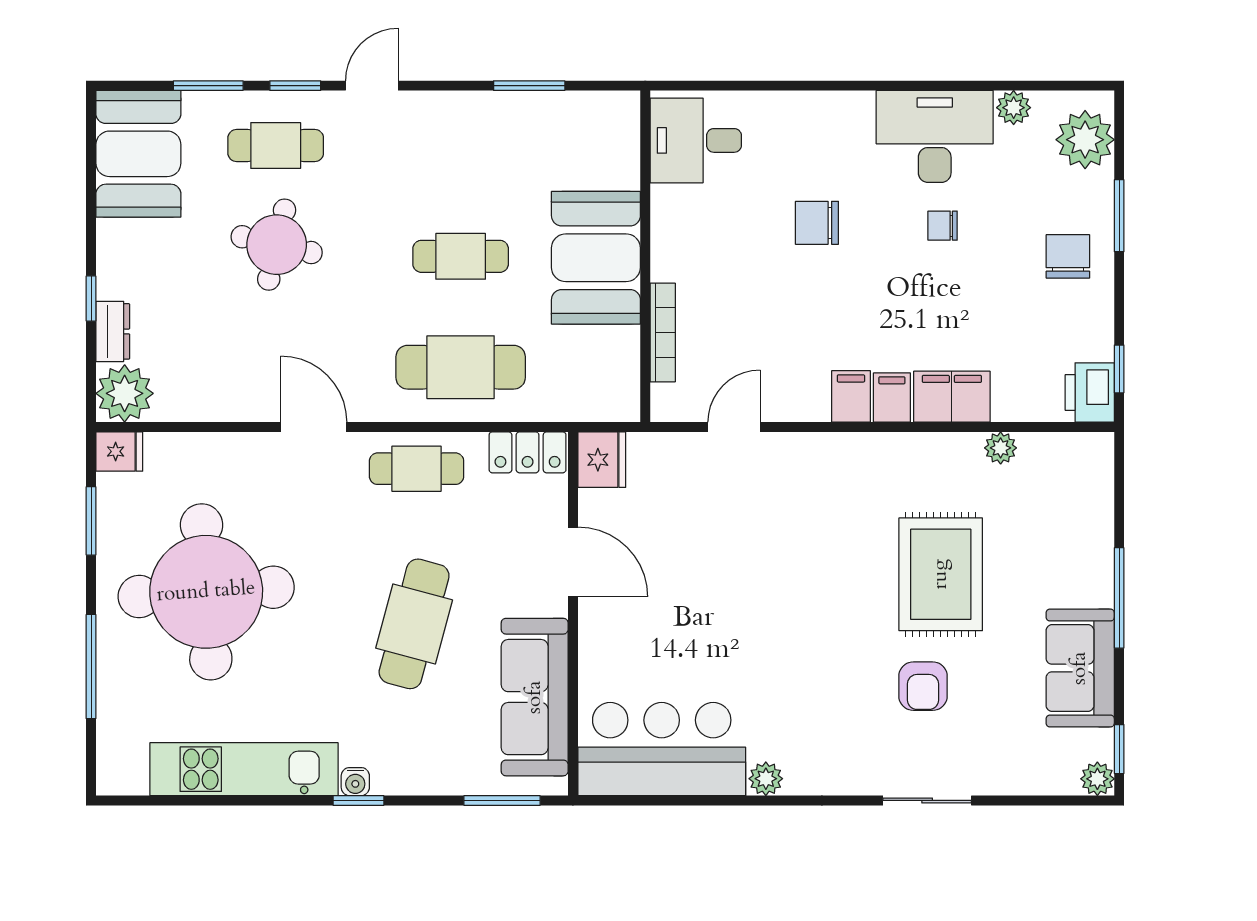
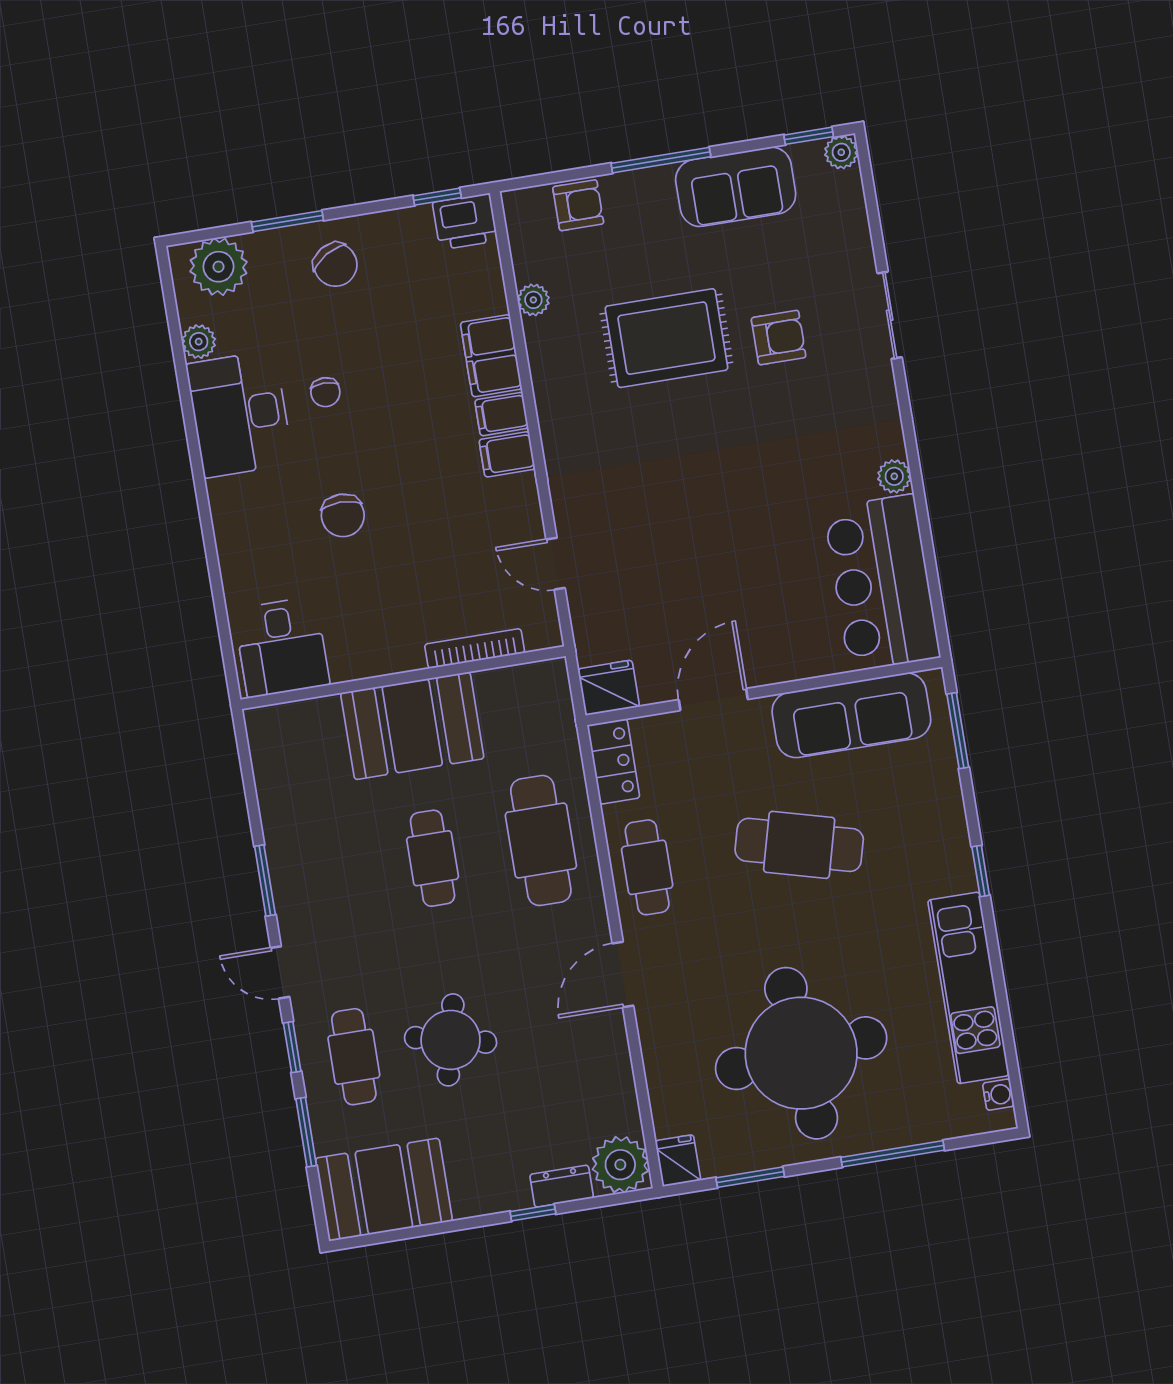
window: (529, 86) -> (265, 880), moved
chair: (1068, 256) -> (335, 265), turned -121
armchair: (1087, 508) -> (578, 205), added
water cooler: (355, 782) -> (998, 1095), moved

